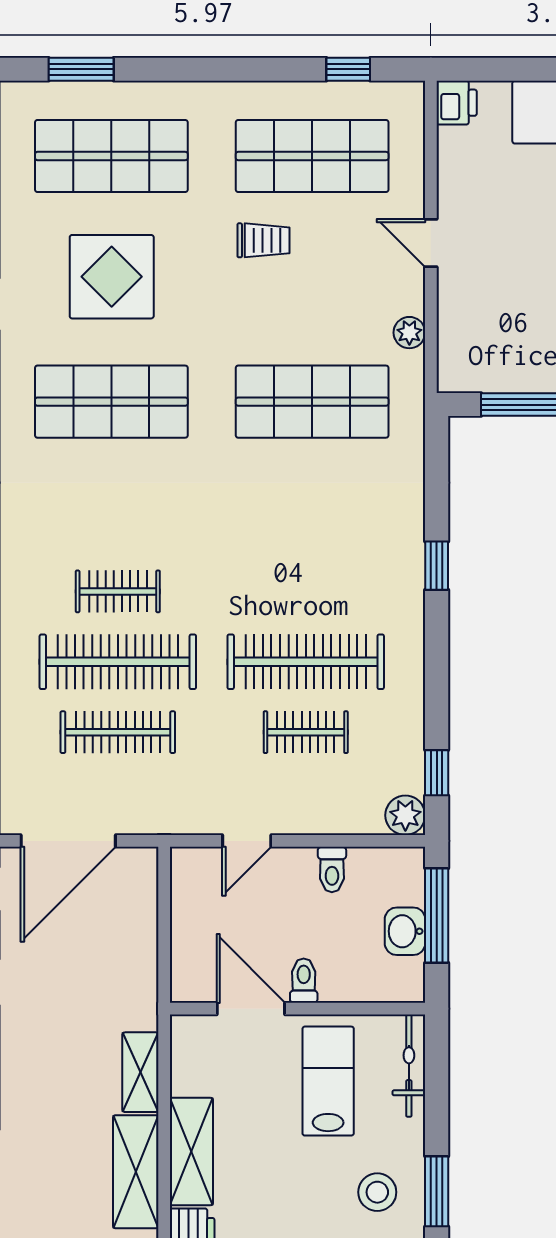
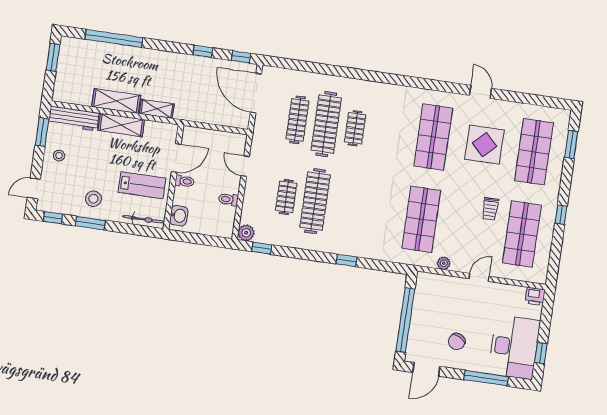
window: (348, 69) -> (561, 215), moved
window: (437, 916) -> (203, 240), removed
washbasin: (405, 931) -> (179, 216), moved, turned 90

